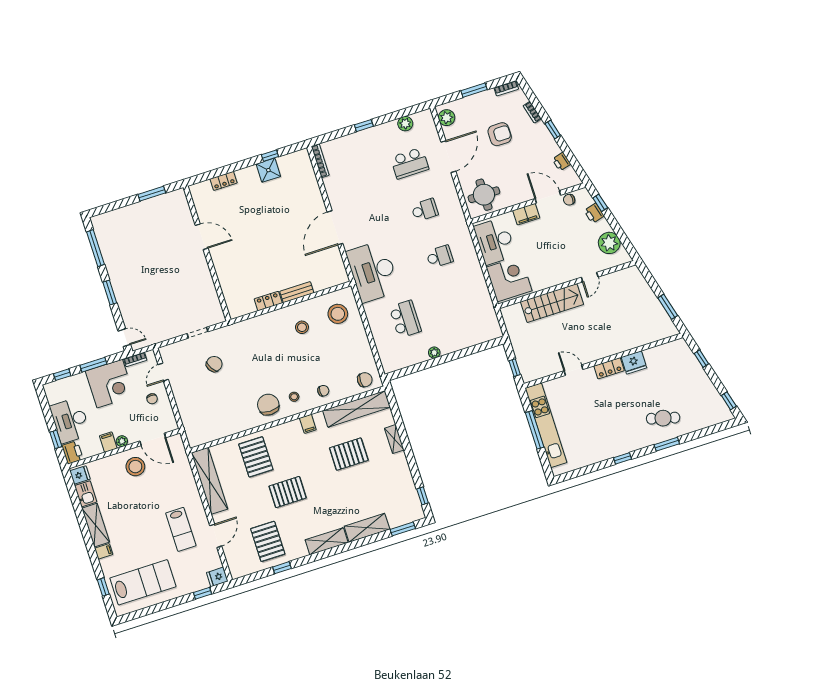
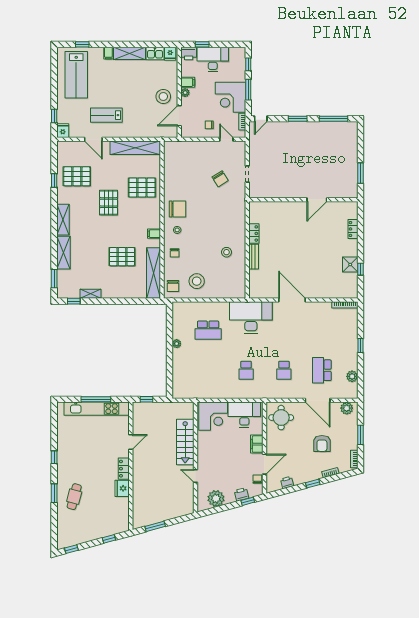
stool: (338, 314) -> (197, 281), moved
shelving: (394, 439) -> (91, 294), moved
pallet: (349, 454) -> (122, 257), turned 90

